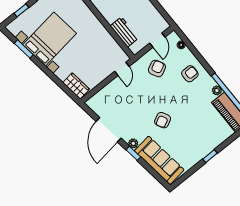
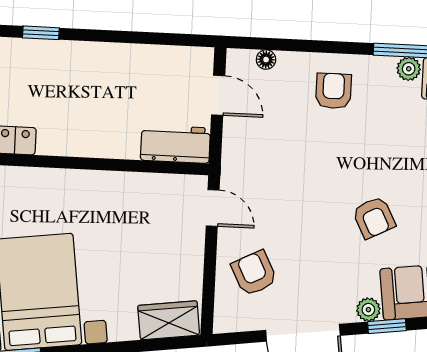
workbench: (124, 32) -> (175, 144), moved
armchair: (157, 68) -> (254, 273), moved

